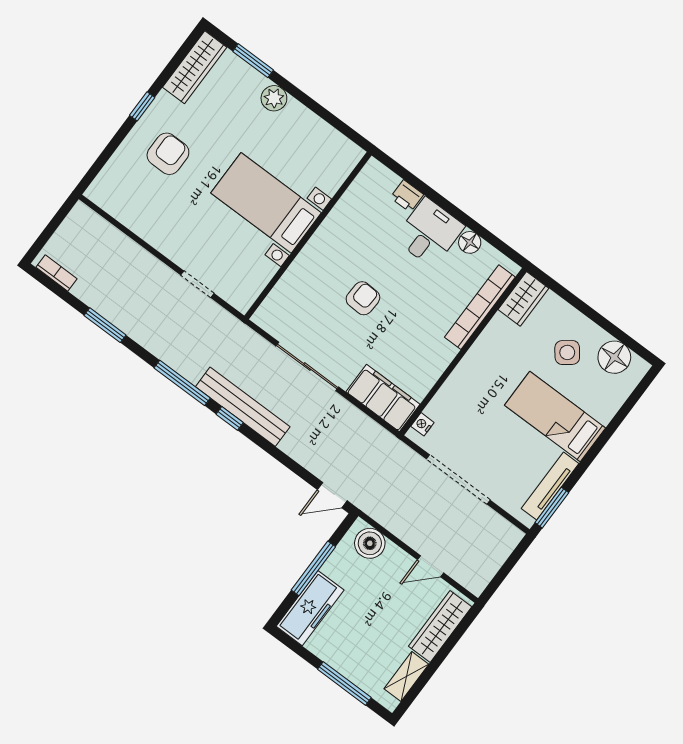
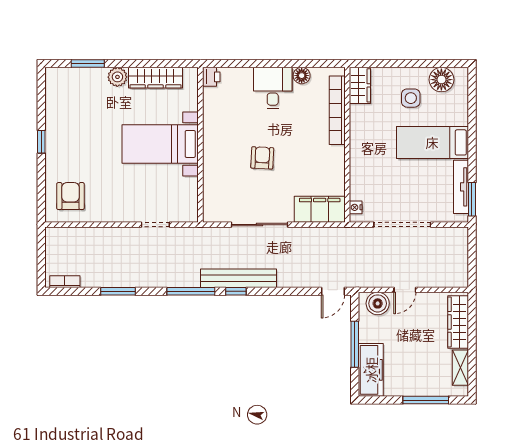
wardrobe: (195, 67) -> (156, 78), moved, turned 90
armchair: (168, 154) -> (70, 196), moved
printer: (407, 196) -> (211, 77), moved, turned -90
side table: (567, 352) -> (411, 98), turned 38
door: (430, 566) -> (405, 290), moved

